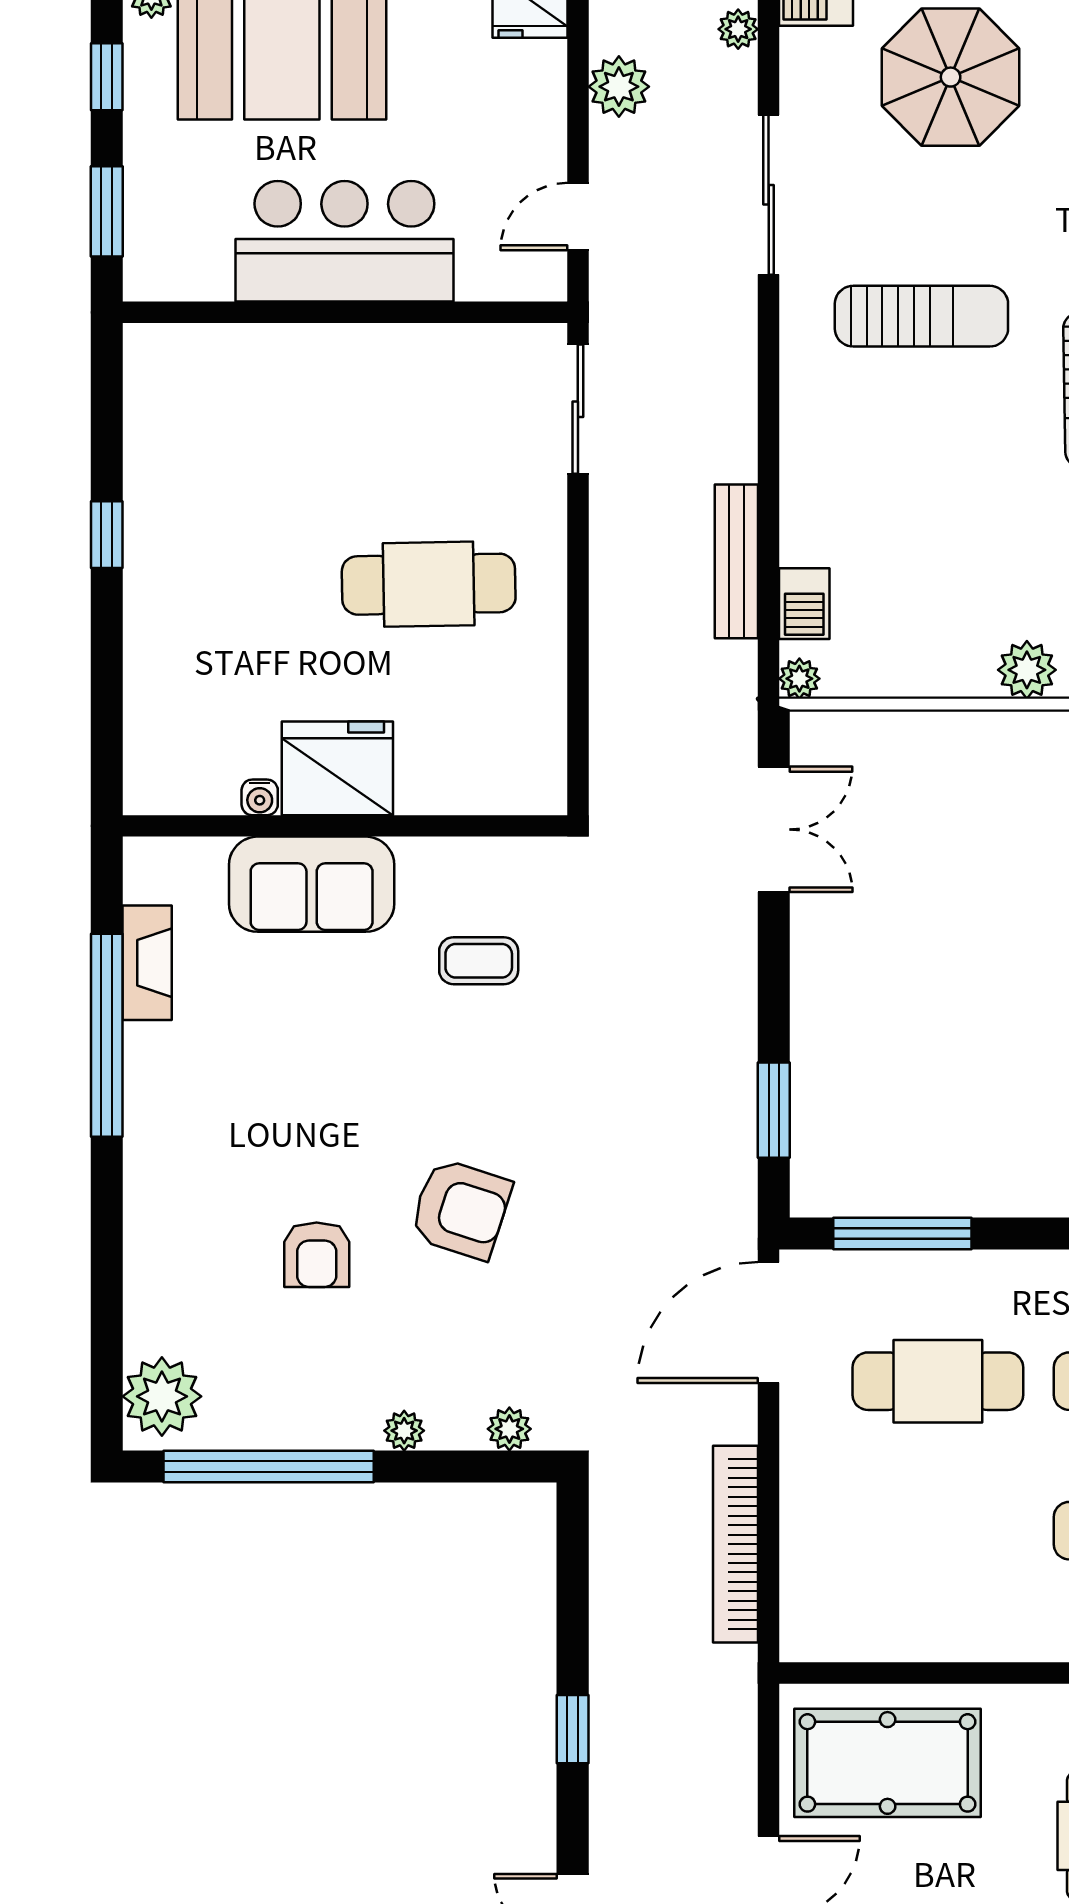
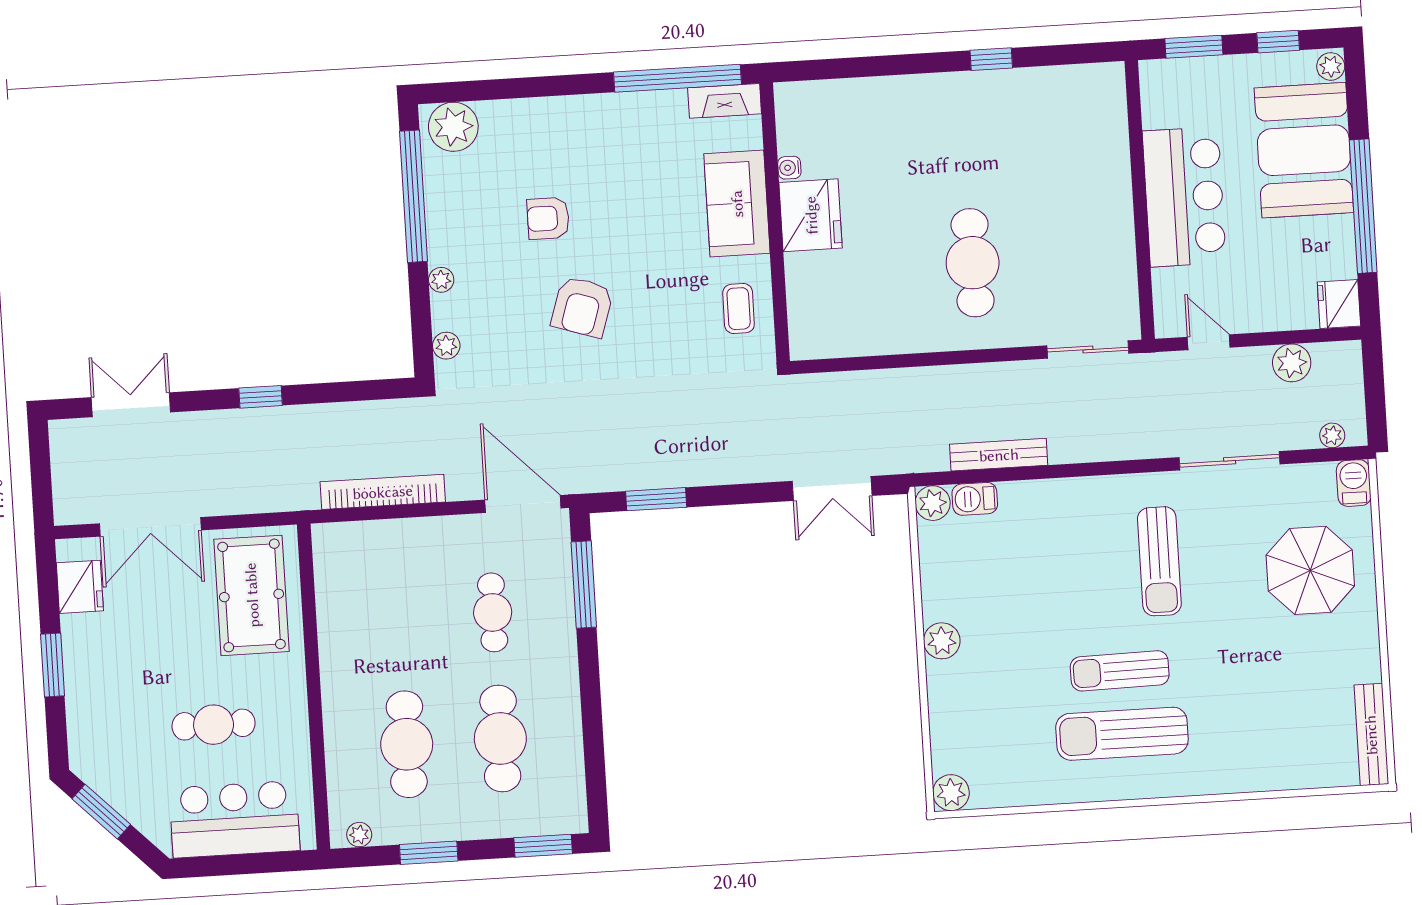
plant: (799, 679) -> (933, 503), width x1.38, depth x1.38
fridge: (337, 768) -> (811, 215), moved
water cooler: (260, 797) -> (789, 168), moved
wall: (345, 826) -> (775, 222), moved
sofa: (312, 884) -> (737, 204), moved
cafe table: (938, 1381) -> (493, 612), width x0.73, depth x0.74

